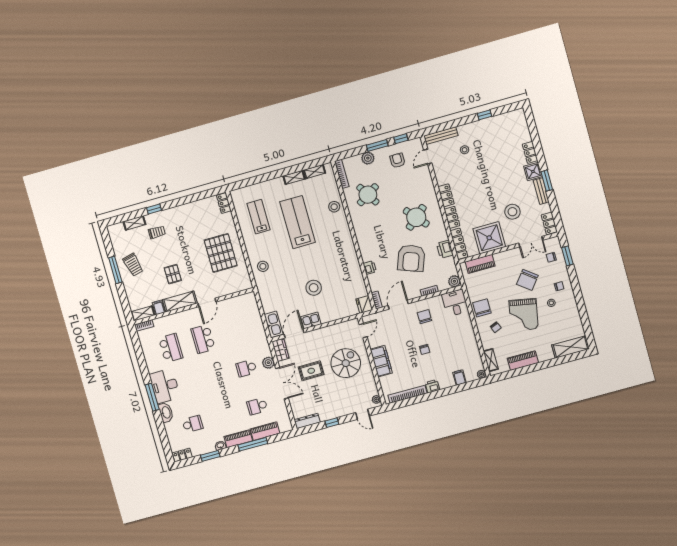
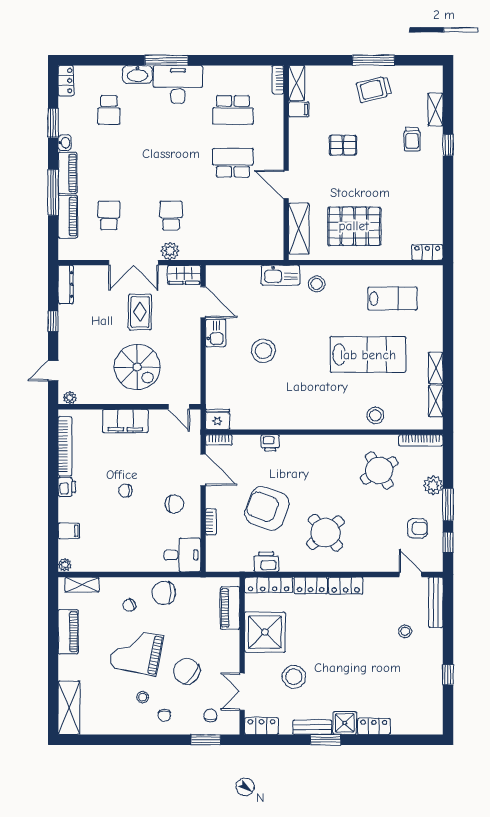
plant: (454, 281) -> (215, 563), removed
shelving: (180, 301) -> (299, 229), moved
chair: (482, 308) -> (164, 593), turned 180
kitchen sink: (274, 324) -> (281, 275), moved

